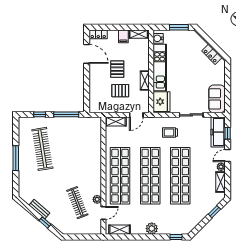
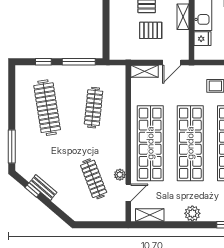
fridge: (162, 102) -> (202, 39), width x0.53, depth x0.75
clothes rail: (77, 149) -> (94, 108), added
window: (16, 158) -> (12, 146), moved
window: (45, 222) -> (33, 190), moved

